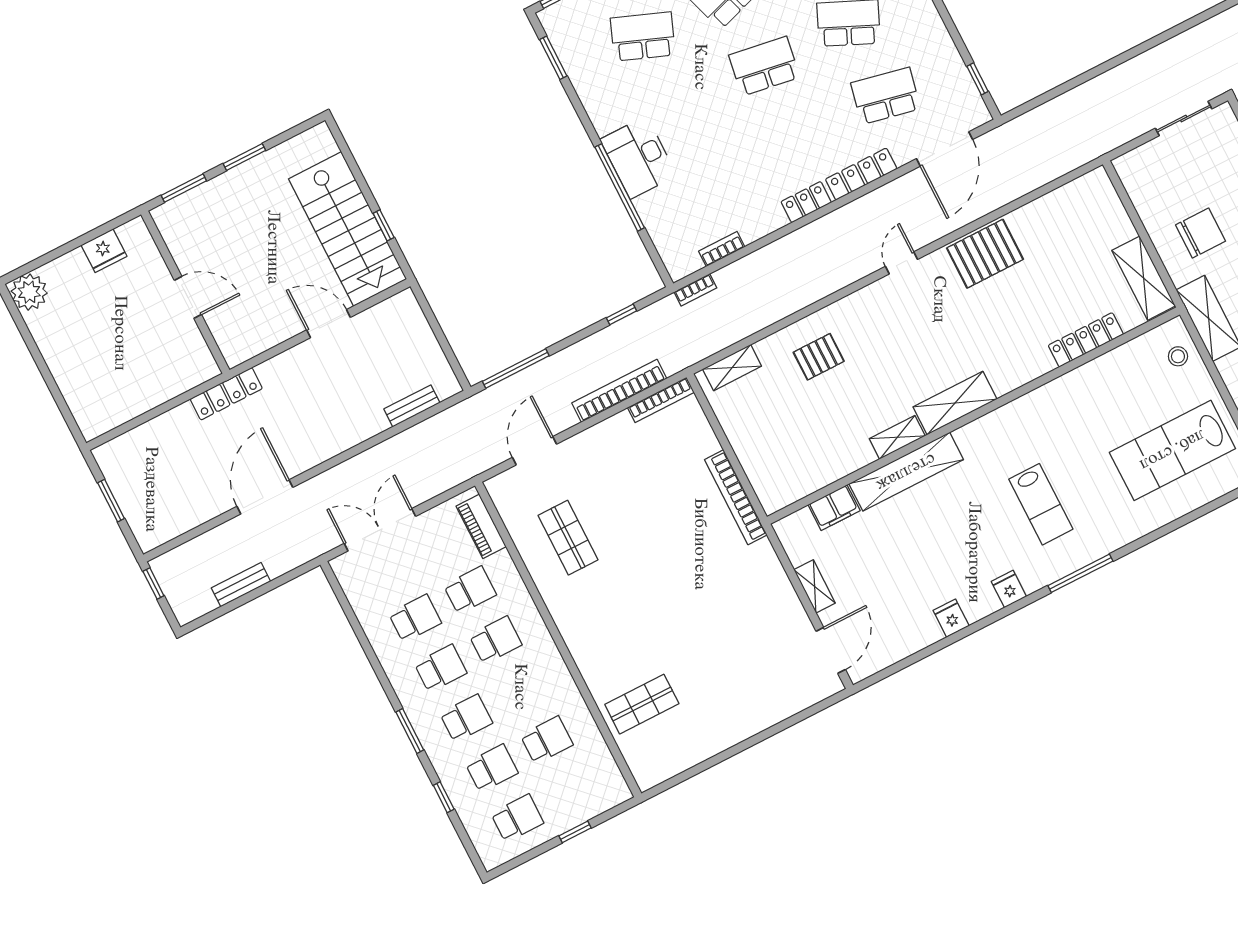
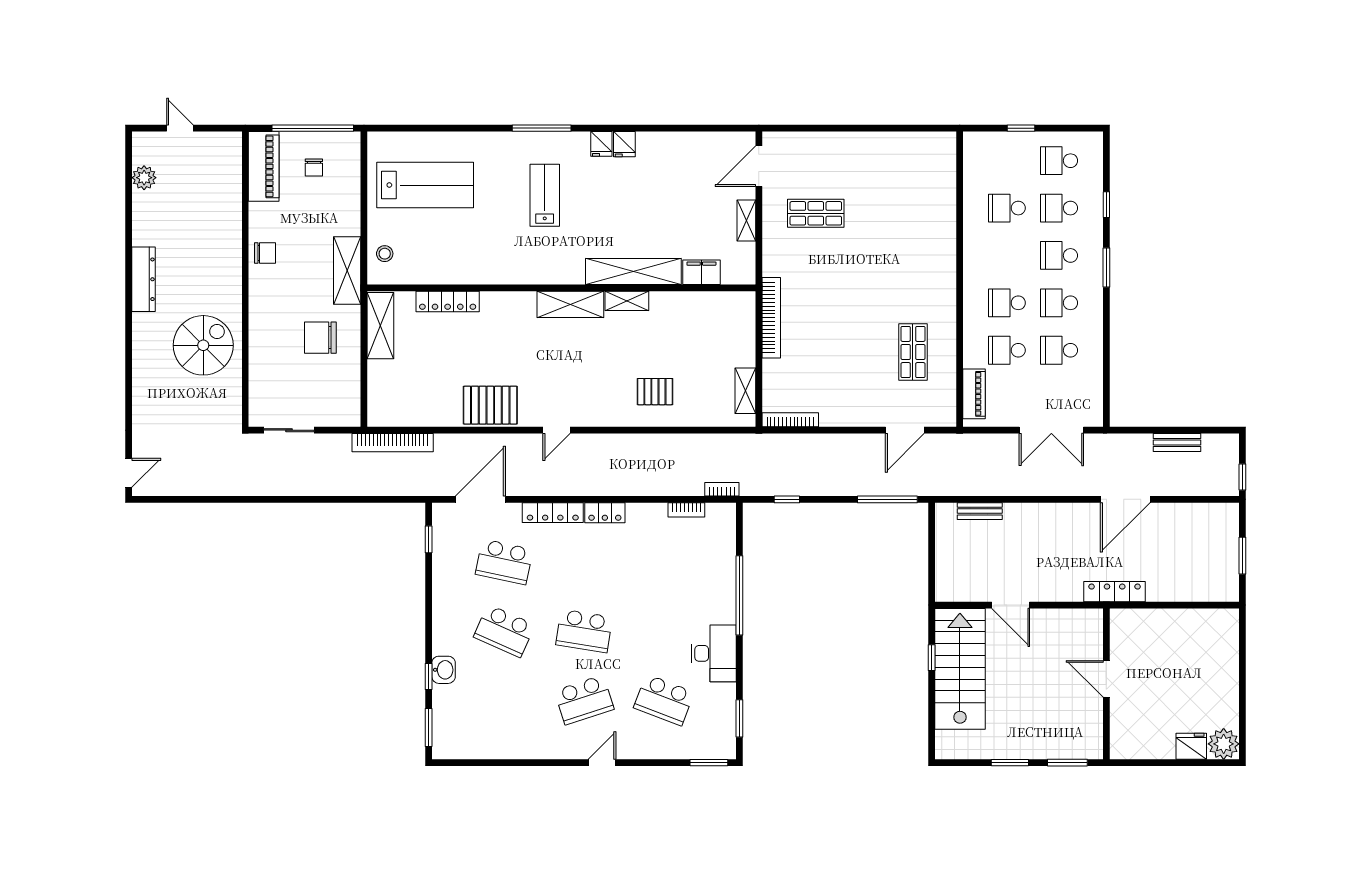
desk: (638, 157) -> (714, 653), moved
fridge: (104, 251) -> (1191, 746), moved
shelving: (732, 368) -> (745, 391), moved, turned 90
bookcase: (619, 391) -> (393, 443), moved
fridge: (951, 618) -> (624, 144), moved
shop shelf: (642, 704) -> (816, 213), moved

